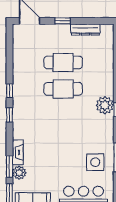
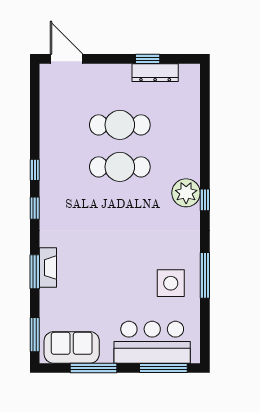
window: (62, 21) -> (148, 59), moved
window: (9, 167) -> (35, 272), moved
plant: (19, 173) -> (50, 300), removed

